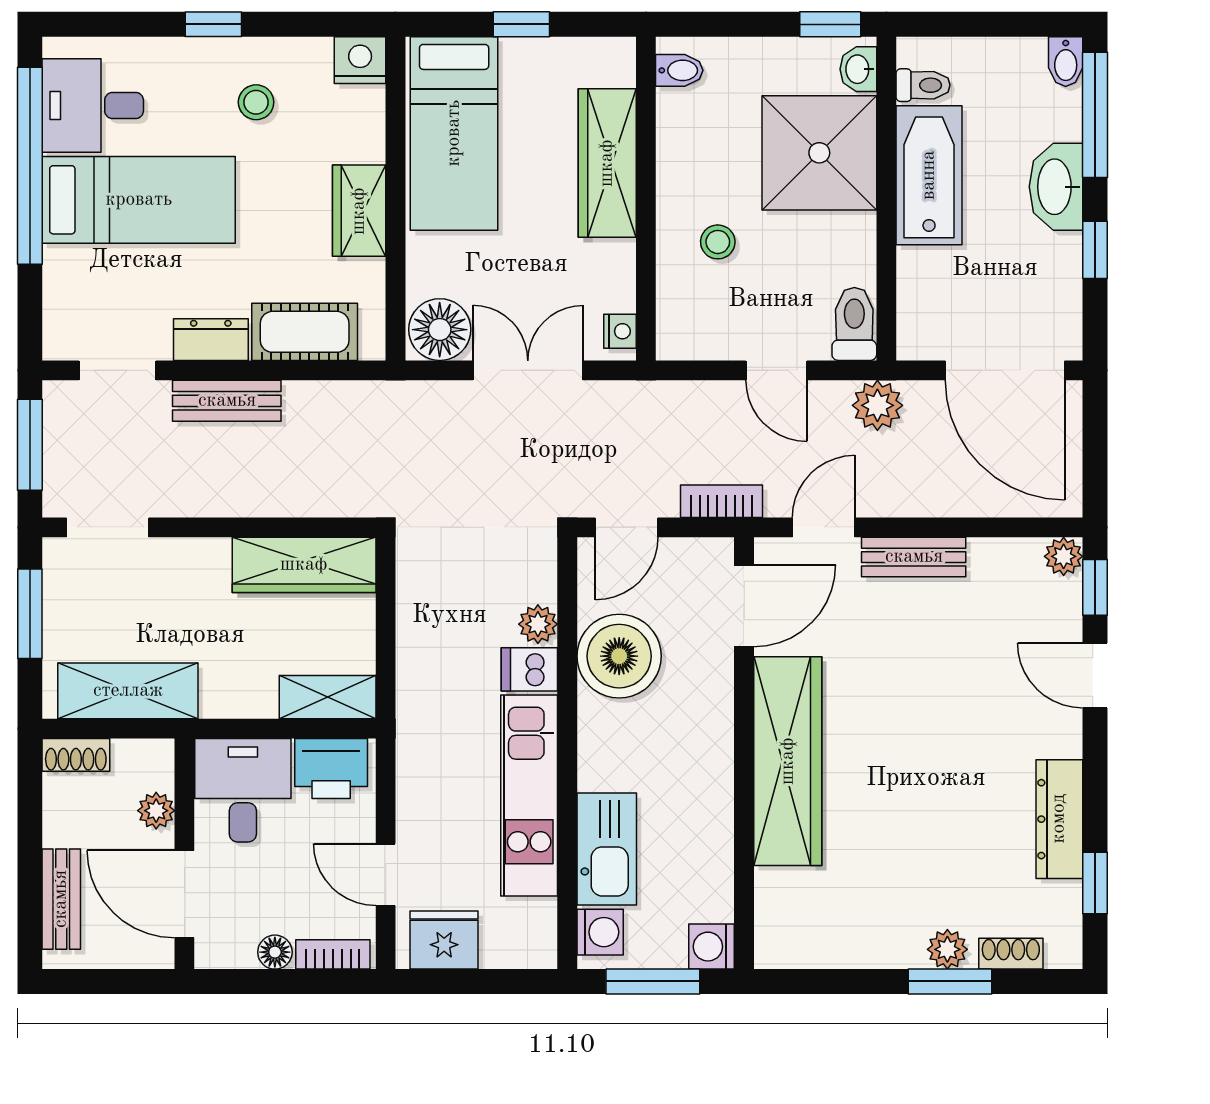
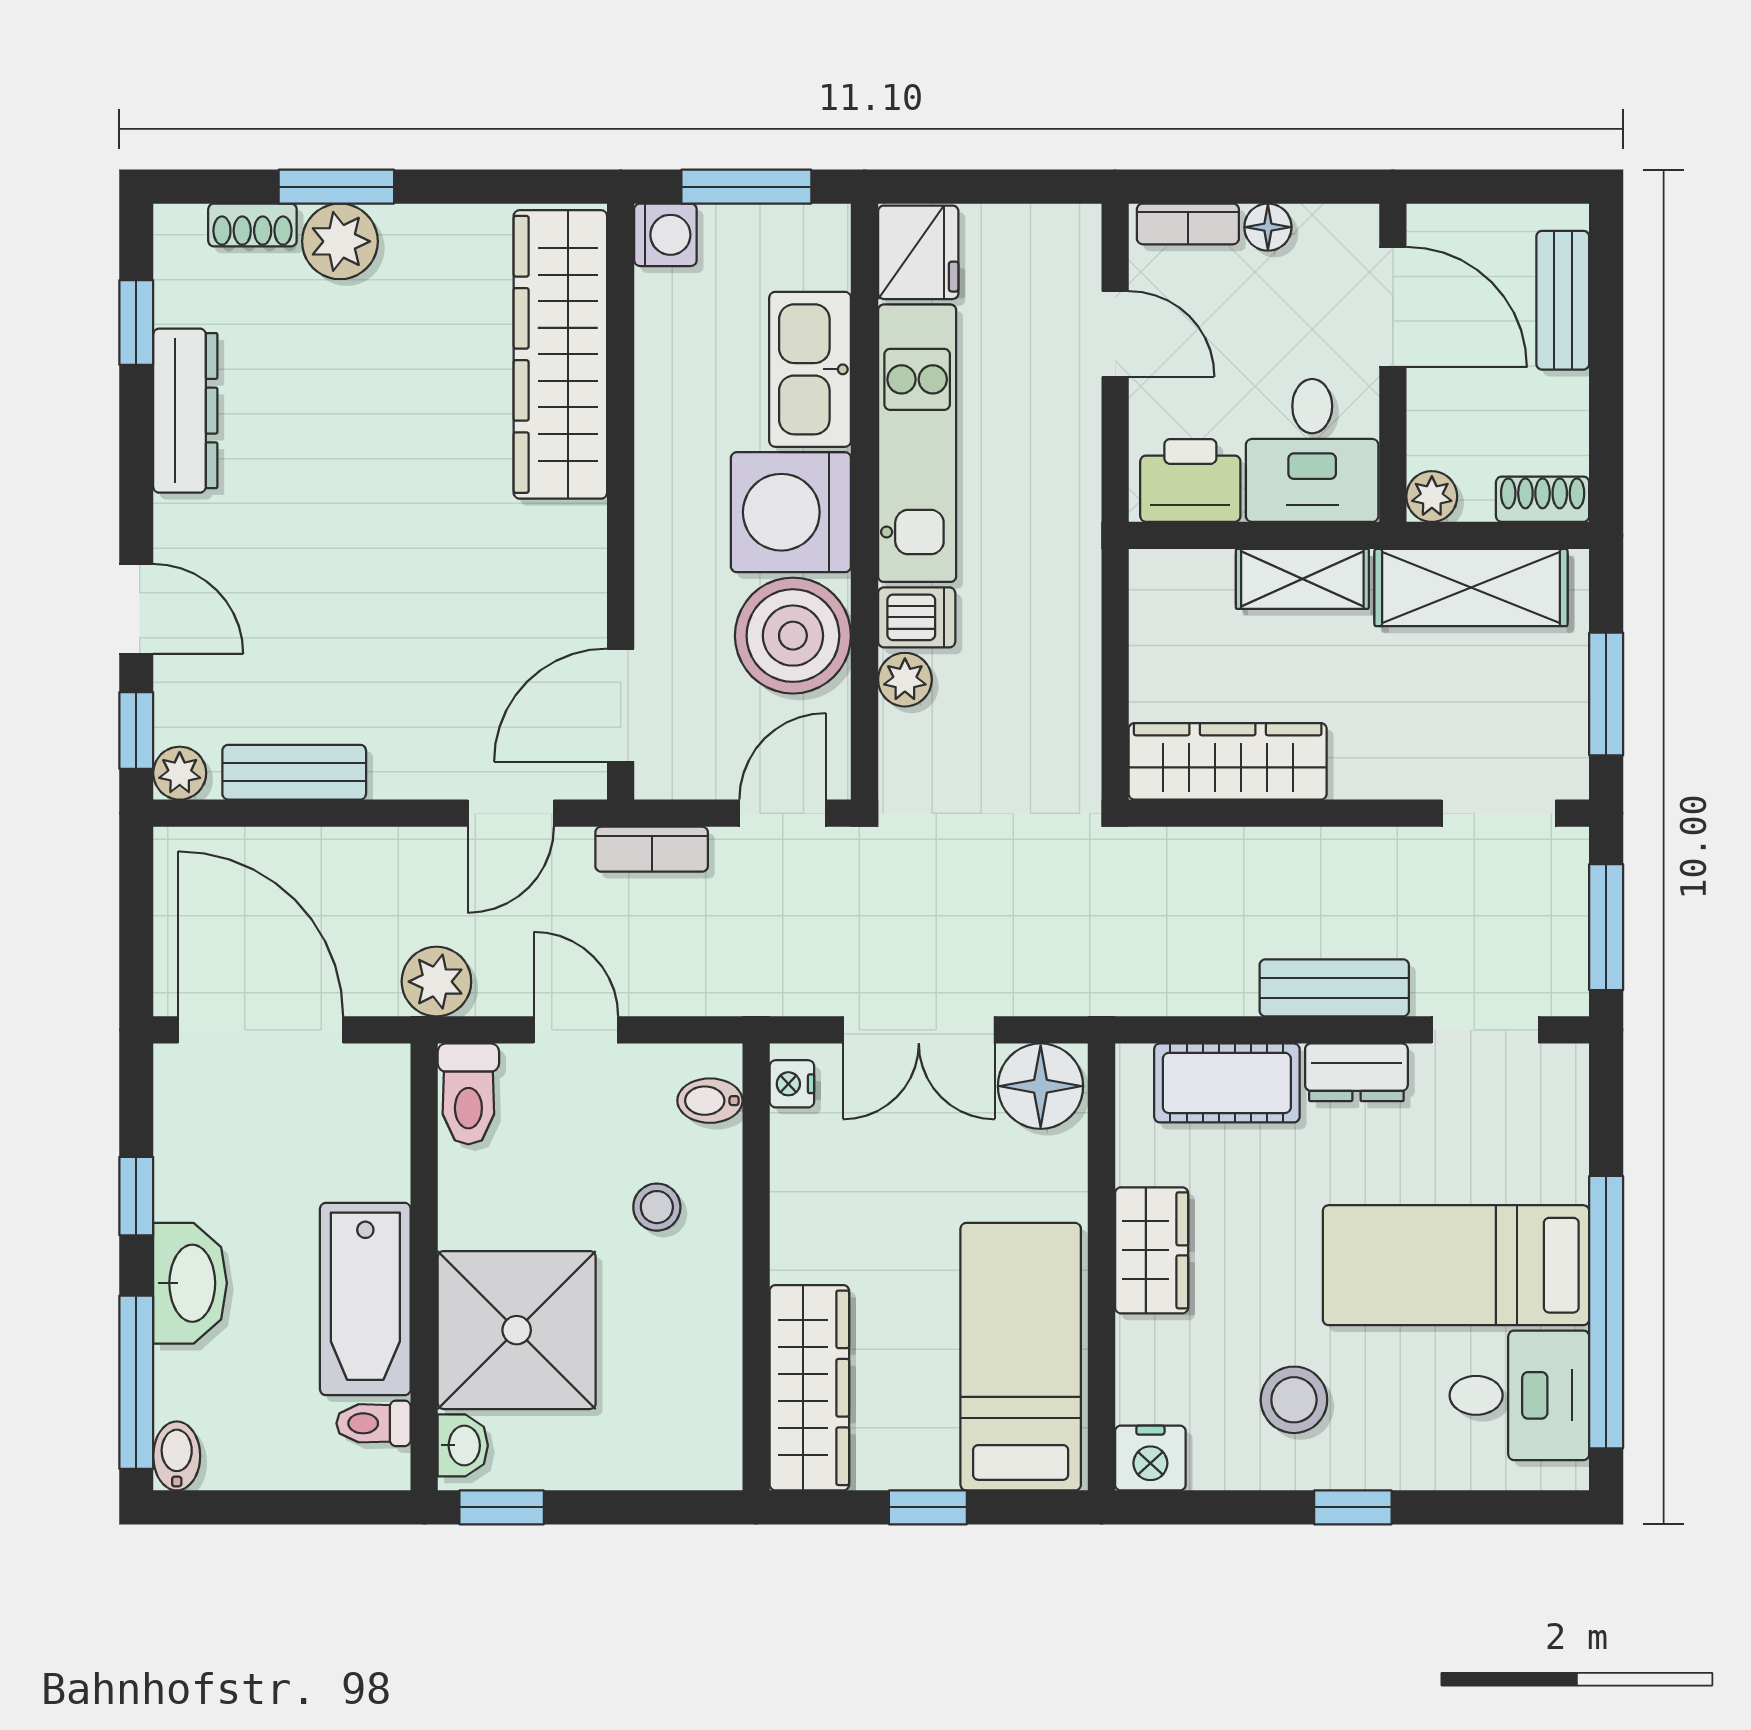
bidet: (679, 70) -> (710, 1101), moved
stool: (256, 102) -> (1294, 1400), width x1.37, depth x1.37
wardrobe: (607, 163) -> (809, 1388), moved
bench: (914, 557) -> (294, 772), moved
shelving: (328, 697) -> (1302, 579), moved
wardrobe: (788, 761) -> (560, 354), moved
plant: (156, 811) -> (1432, 496), moved
washing machine: (600, 932) -> (791, 512), moved, width x1.89, depth x1.89
fridge: (444, 940) -> (918, 252), moved, turned -90
plant: (947, 949) -> (340, 241), width x1.38, depth x1.38

